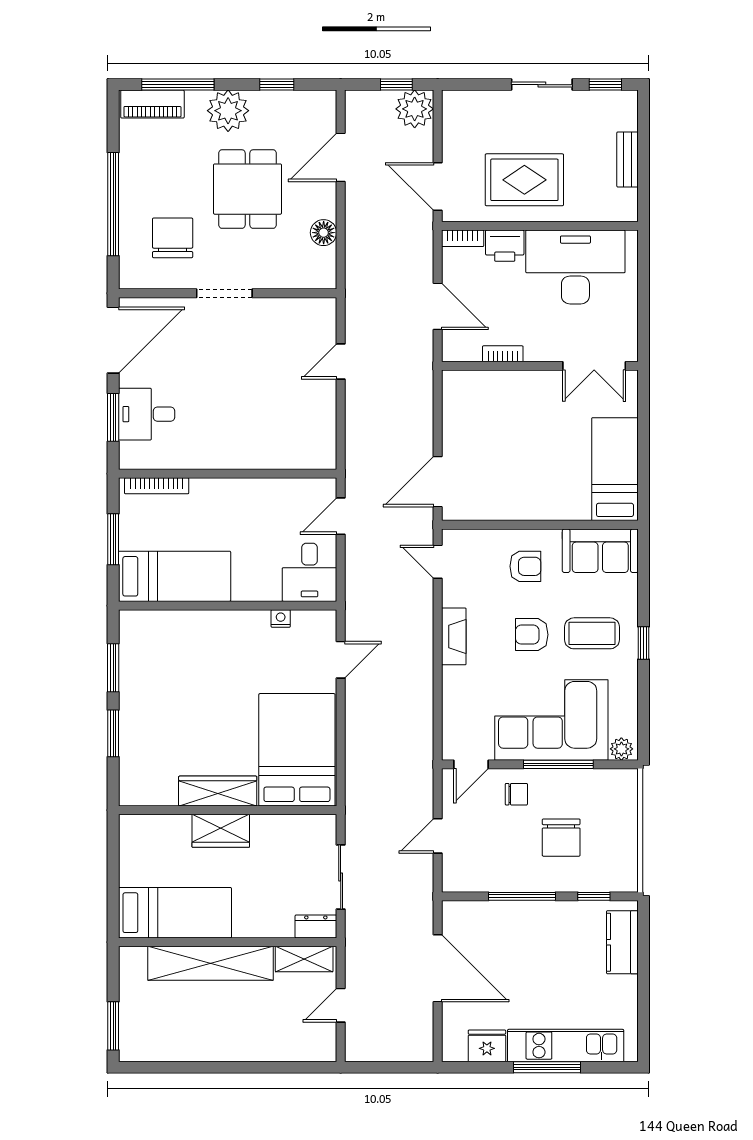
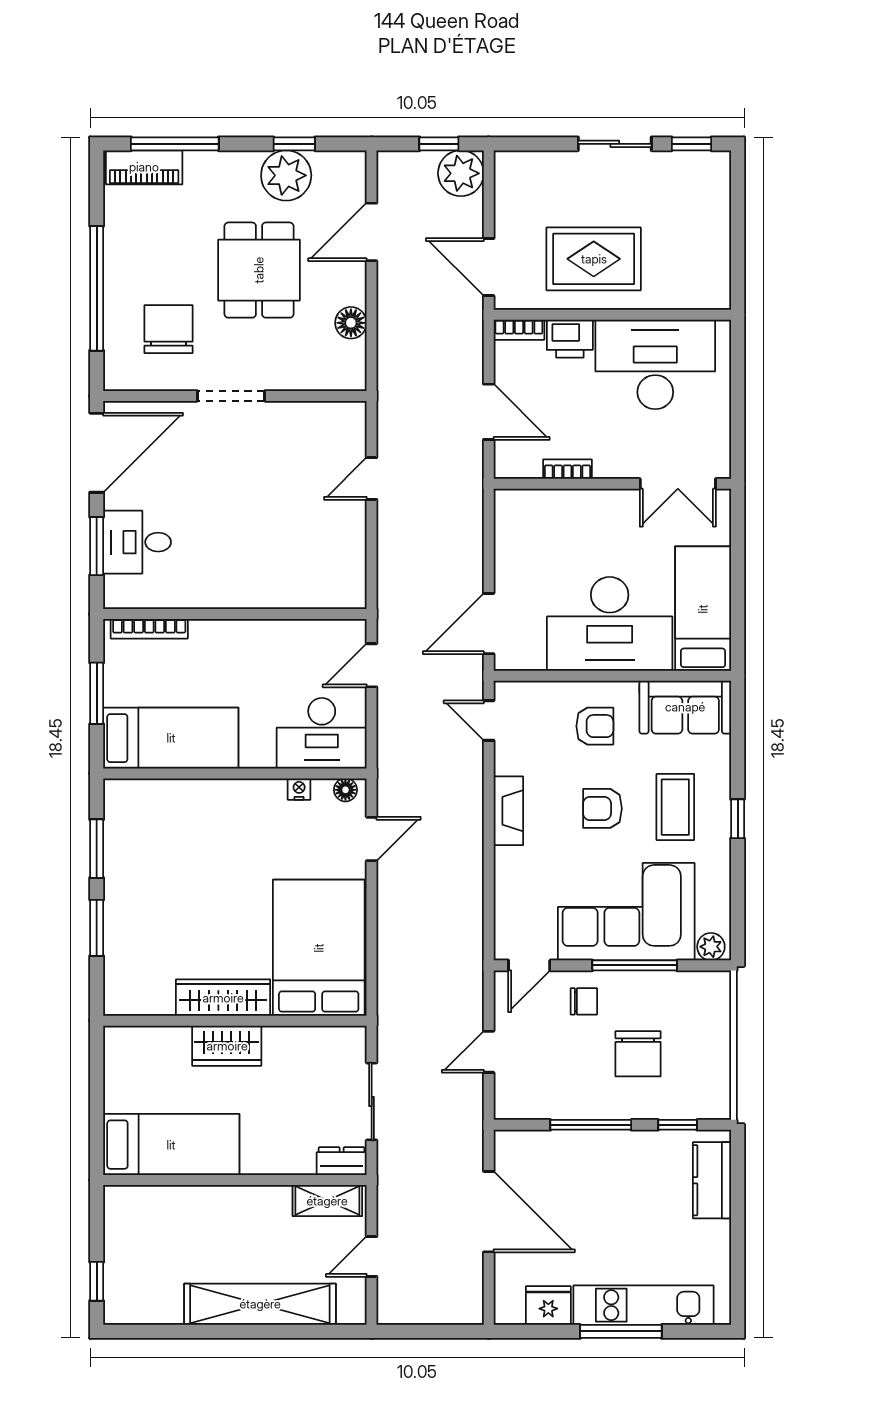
plant: (228, 111) -> (286, 175), moved
bench: (628, 159) -> (718, 234), removed
desk: (538, 482) -> (610, 624), added
desk: (309, 572) -> (322, 733), width x1.37
floor lamp: (319, 619) -> (345, 790), added
coffee table: (592, 633) -> (675, 807), turned 90
shelving: (211, 963) -> (260, 1304), moved
window: (113, 1026) -> (97, 1281), width x0.67

